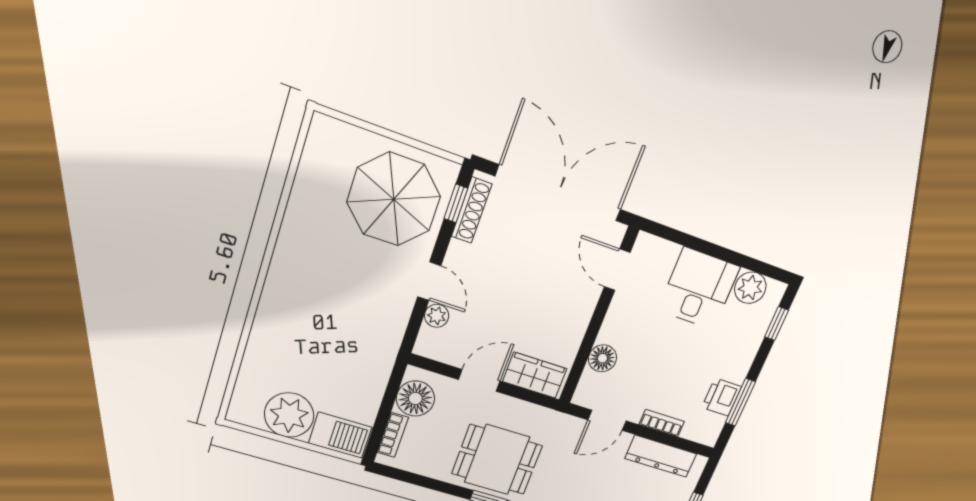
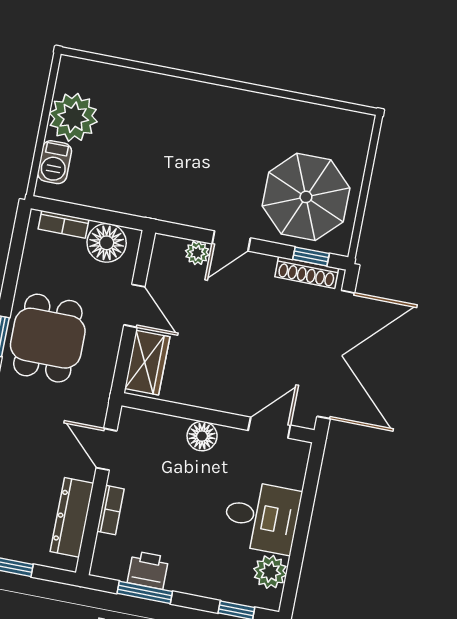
floor lamp: (602, 358) -> (202, 436), moved
barbecue: (340, 435) -> (55, 162), width x0.73, depth x0.79

